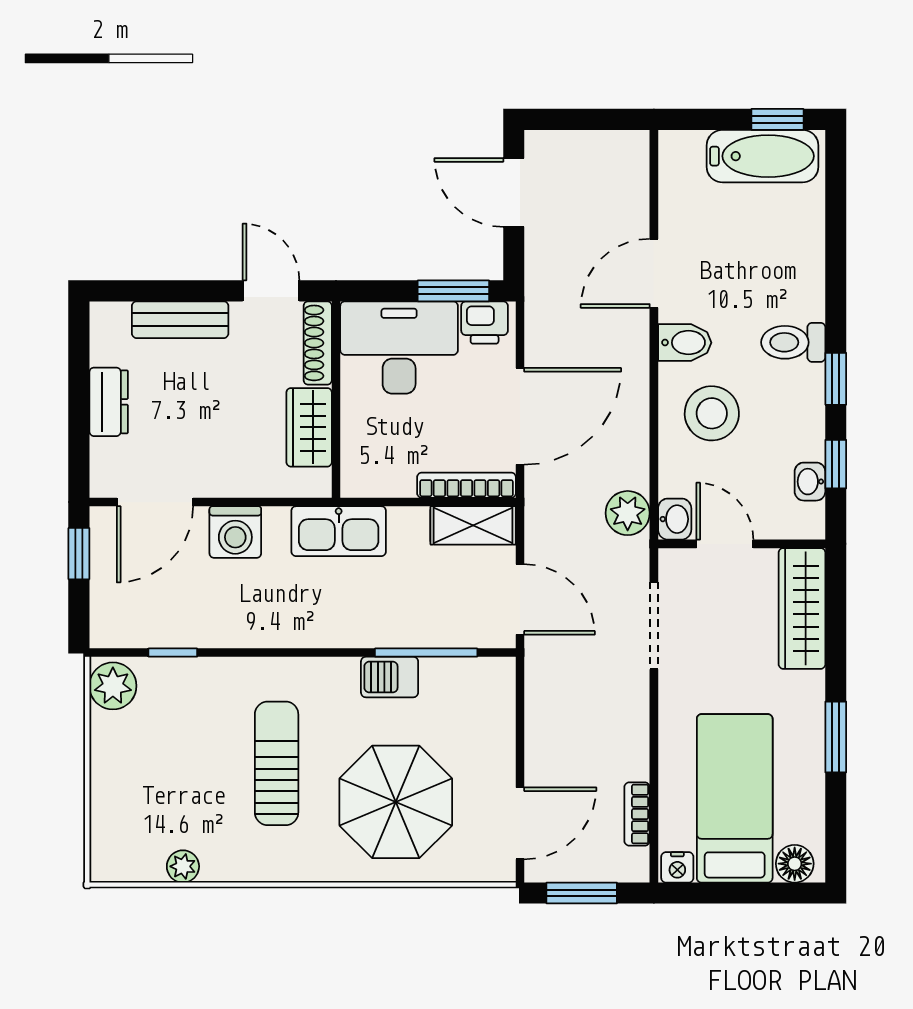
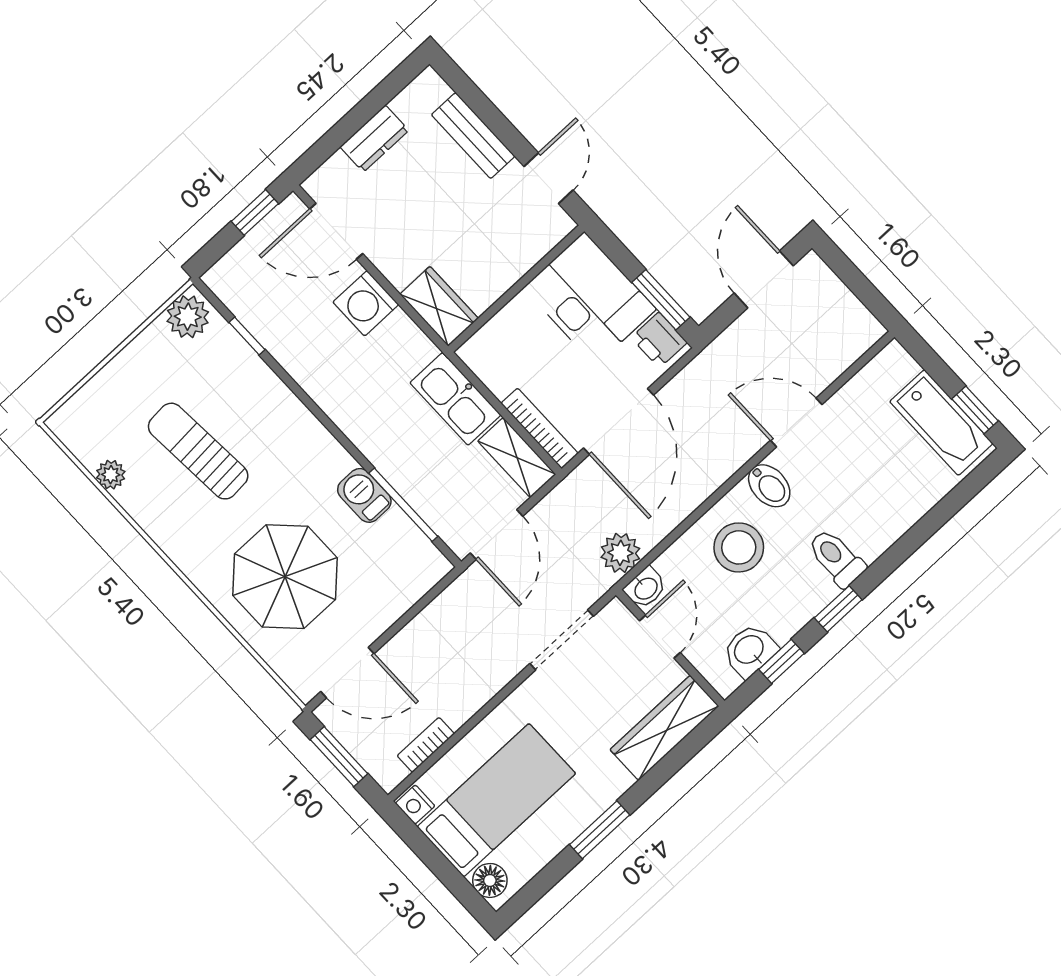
shoe rack: (318, 343) -> (543, 242), removed
door: (520, 416) -> (619, 422), hinge flipped
wardrobe: (309, 427) -> (439, 306), moved, turned 90
washbasin: (810, 482) -> (750, 650), width x1.38, depth x1.45
kitchen sink: (339, 531) -> (455, 399), moved
sun lounger: (277, 763) -> (198, 451), moved, turned -94

